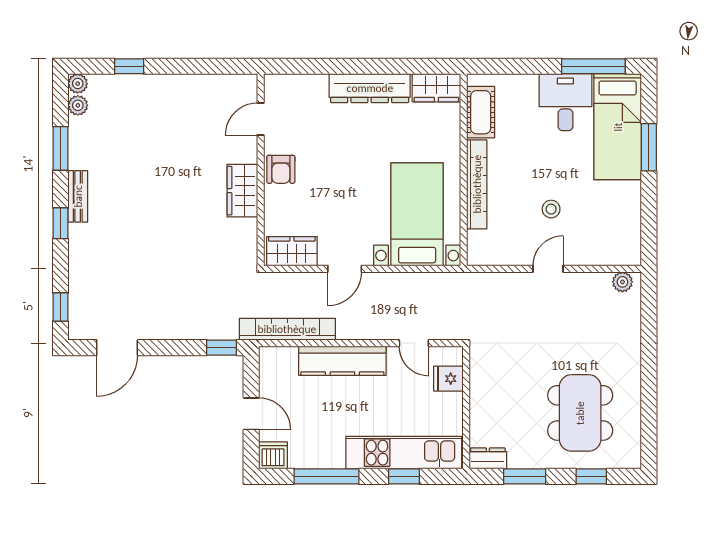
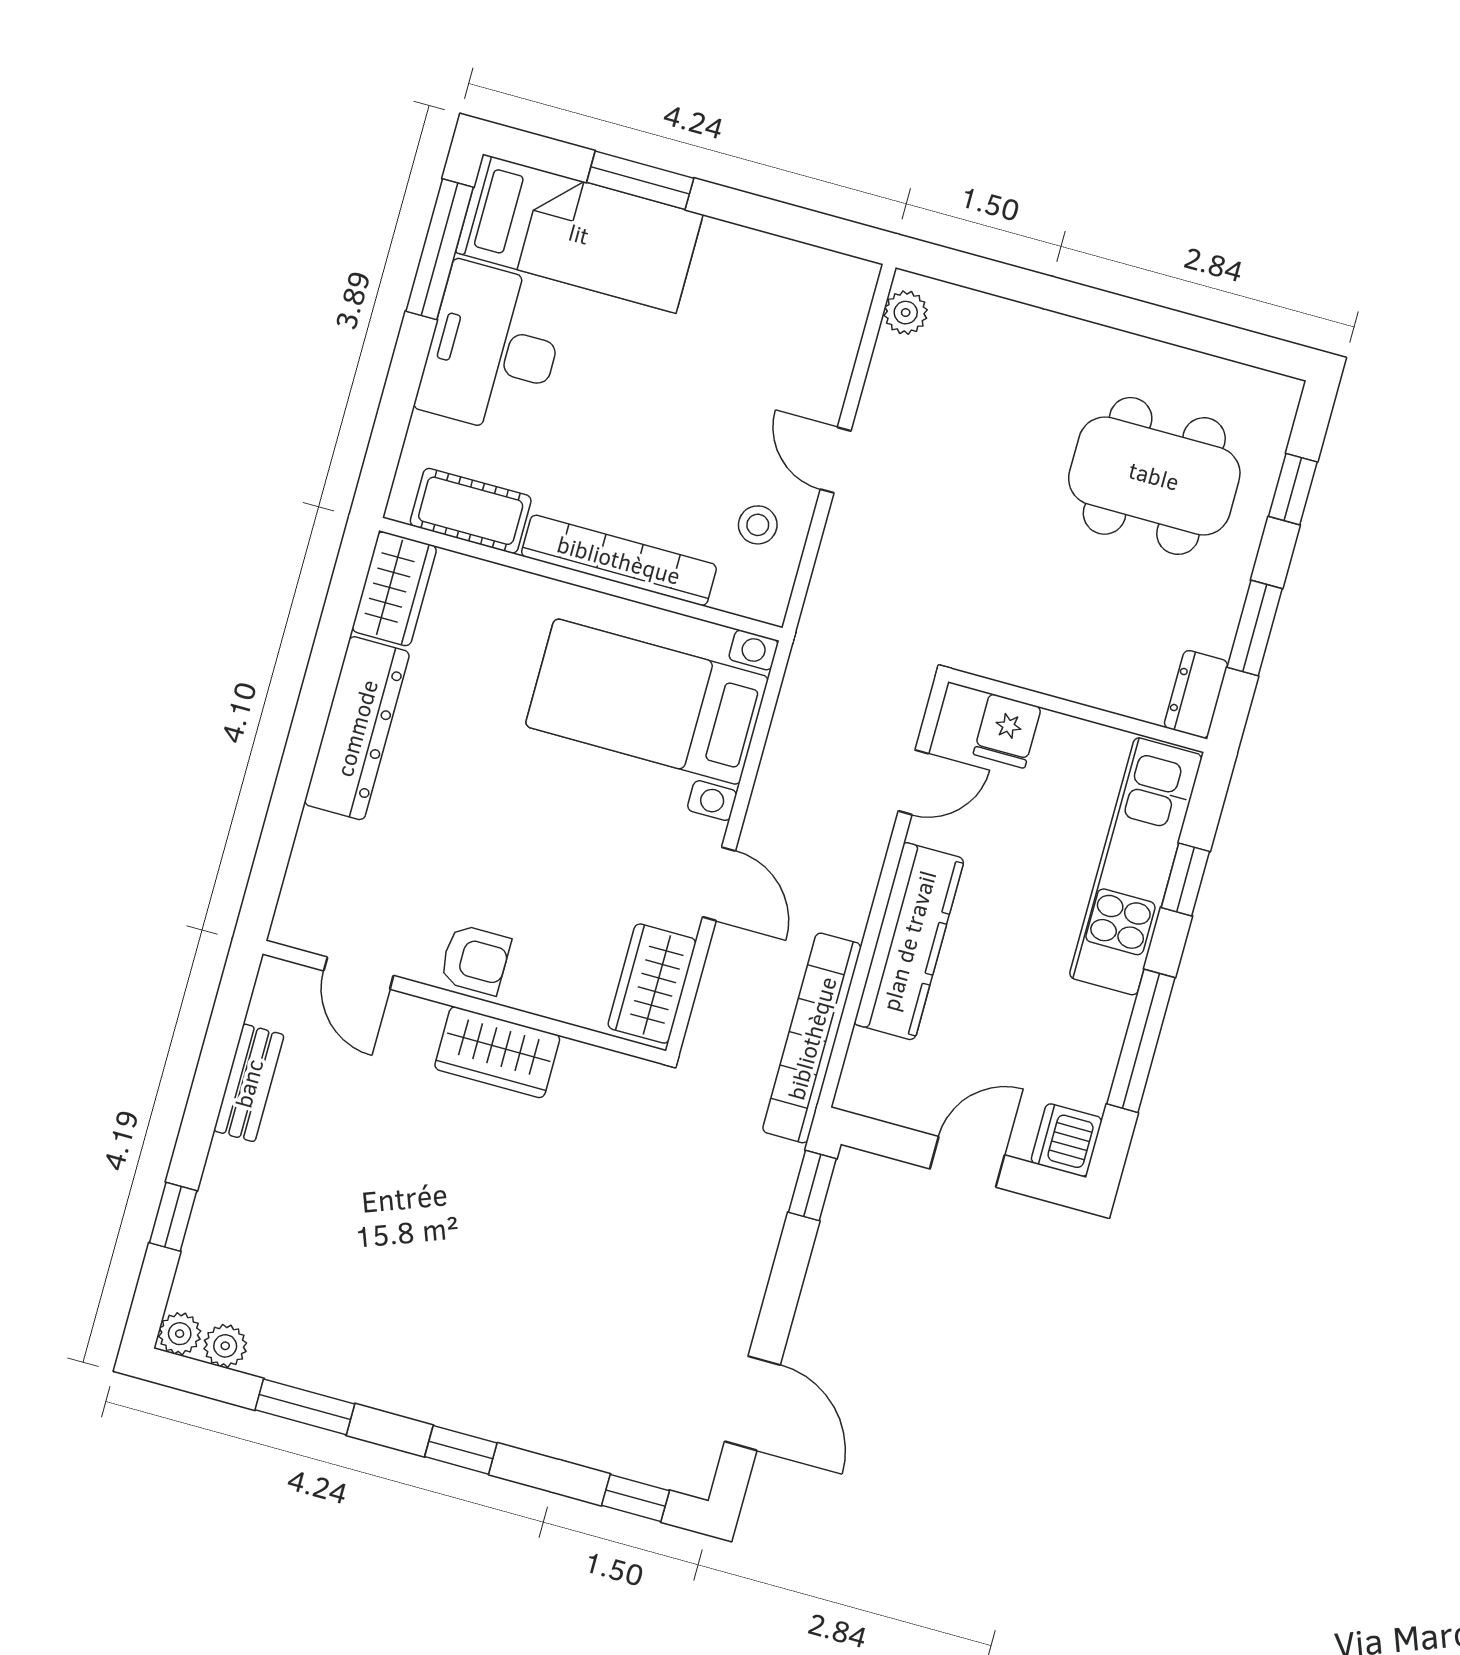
desk: (565, 102) -> (493, 349), width x1.37
bench: (78, 196) -> (249, 1083), moved, turned 90
stool: (551, 209) -> (758, 525), moved

